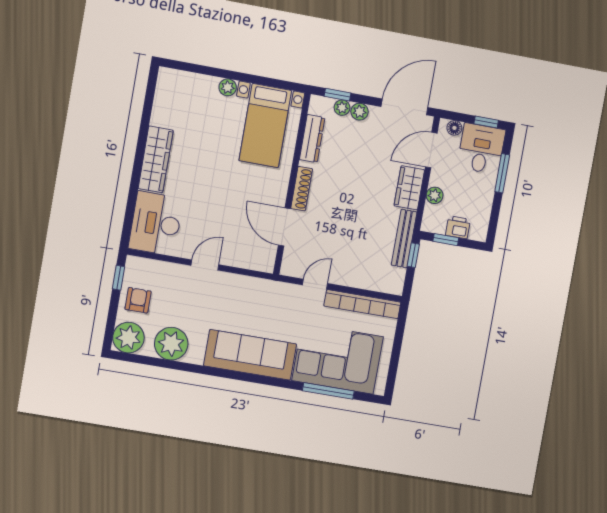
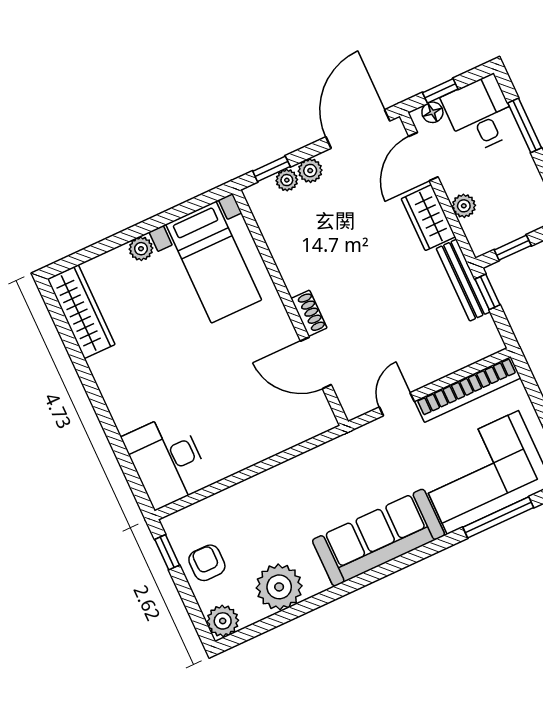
window: (486, 122) -> (440, 91), moved
dresser: (312, 139) -> (277, 239), removed
wardrobe: (156, 159) -> (81, 312), moved
shoe rack: (302, 189) -> (309, 313), width x0.70
printer: (458, 227) -> (517, 224), removed
door: (205, 265) -> (255, 470), removed
plant: (128, 338) -> (223, 621), width x0.73, depth x0.73

